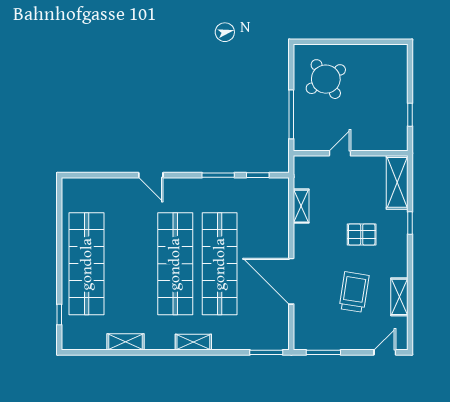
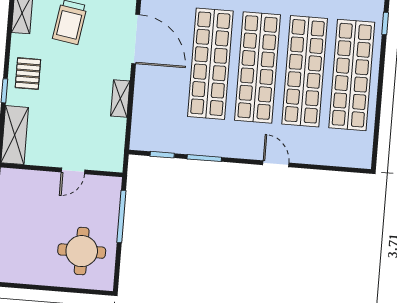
round table: (326, 79) -> (82, 251), turned 33
shelving: (301, 206) -> (120, 98), moved
pallet: (362, 234) -> (28, 74), moved, turned 90
shop shelf: (131, 264) -> (305, 71), added

